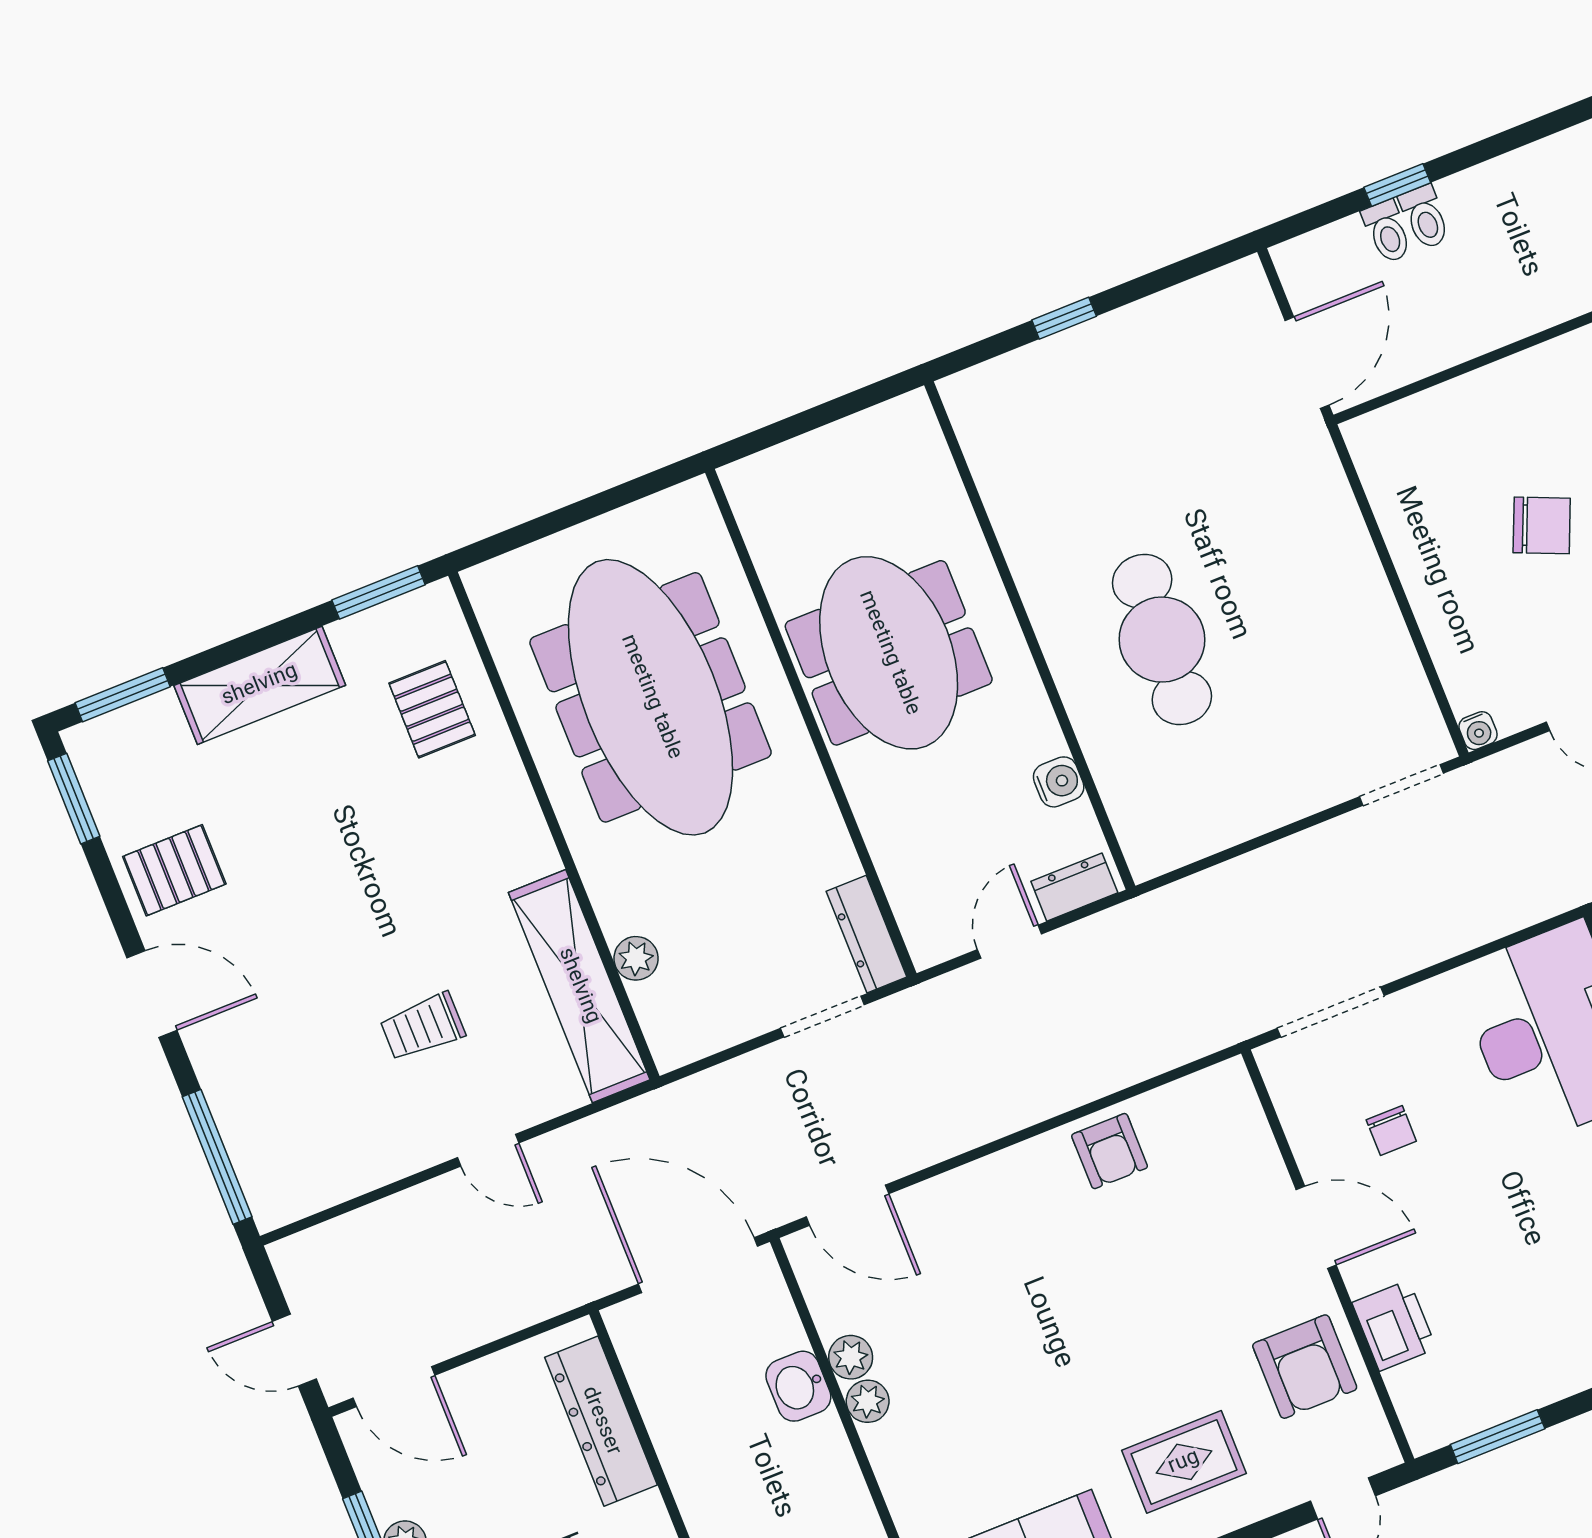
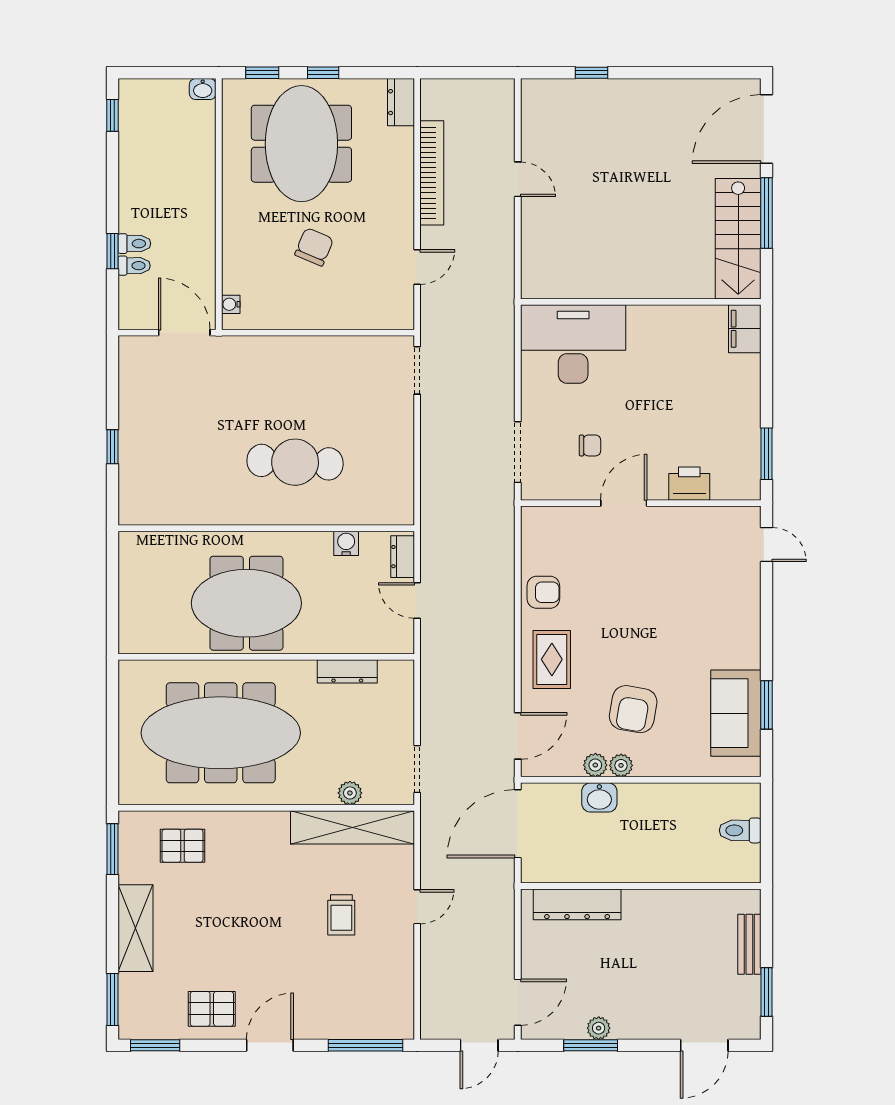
water cooler: (1478, 731) -> (231, 304), moved, turned 180
pallet: (174, 870) -> (212, 1009), turned 90
dresser: (867, 934) -> (347, 671), moved
doorway: (822, 1017) -> (417, 769), moved
armchair: (1305, 1367) -> (633, 709), moved, turned 100
rug: (1184, 1462) -> (552, 659), moved

